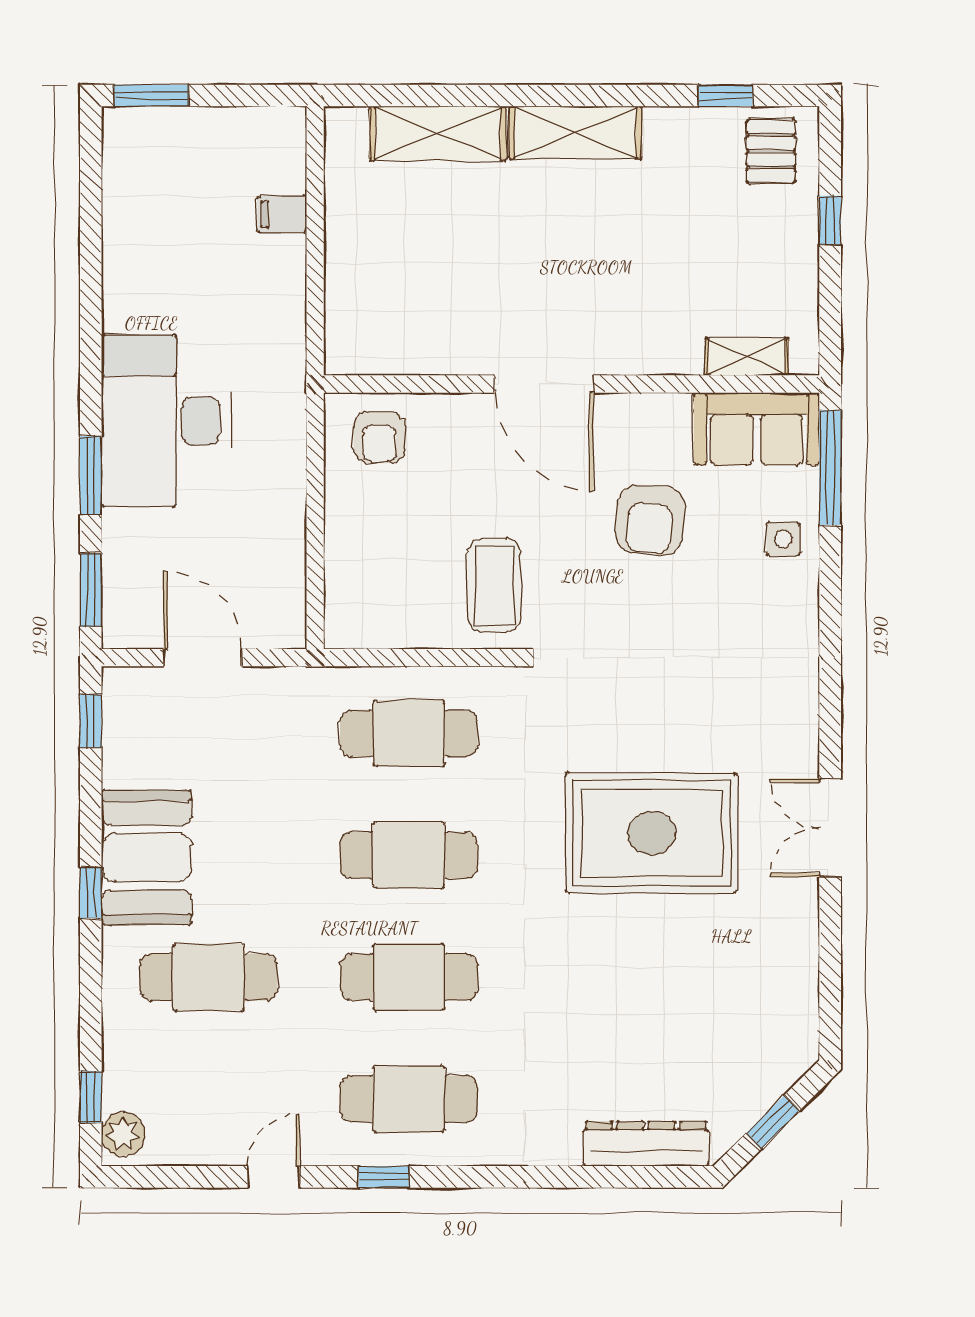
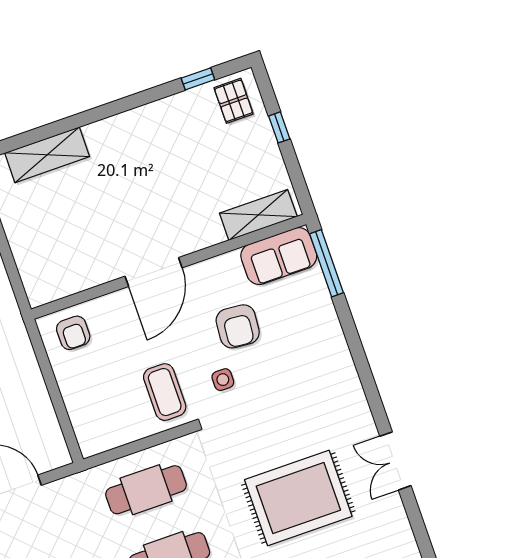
shelving: (575, 133) -> (123, 128), removed
shelving: (747, 357) -> (258, 215), width x1.50, depth x1.33
door: (544, 384) -> (154, 272), hinge flipped
side table: (783, 539) -> (223, 380), moved

